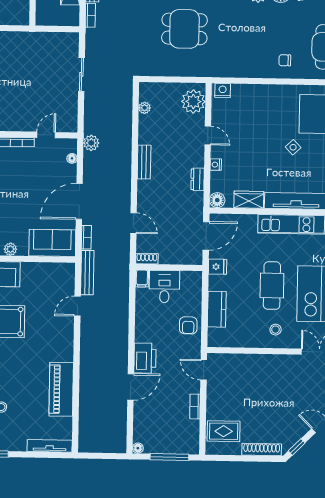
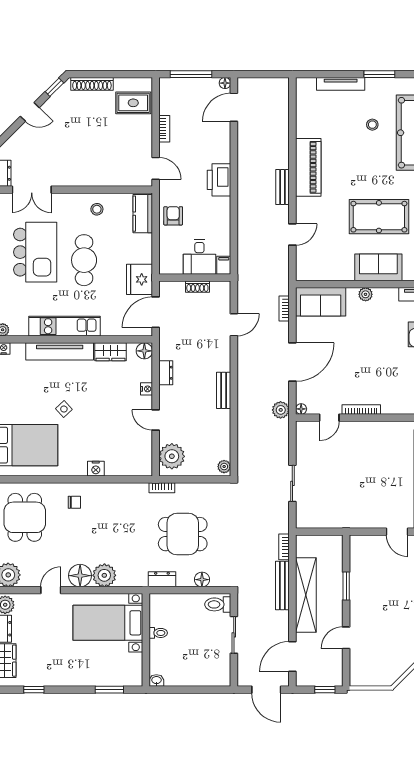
bookcase: (203, 72) -> (162, 488), added
nightstand: (223, 90) -> (96, 469), moved
plant: (145, 108) -> (224, 467), moved
floor lamp: (72, 158) -> (301, 409), moved
door: (79, 201) -> (292, 362), moved
door: (133, 223) -> (234, 325), swing flipped
shoe rack: (147, 259) -> (197, 287), moved
fridge: (217, 267) -> (140, 279), width x1.88, depth x1.34
bench: (87, 273) -> (283, 187), moved, width x0.73
kitchen counter: (217, 309) -> (143, 214), moved
stool: (276, 330) -> (97, 209), moved
door: (131, 387) -> (234, 107), moved
piano: (61, 389) -> (308, 167), moved
tv unit: (50, 446) -> (341, 84), moved

